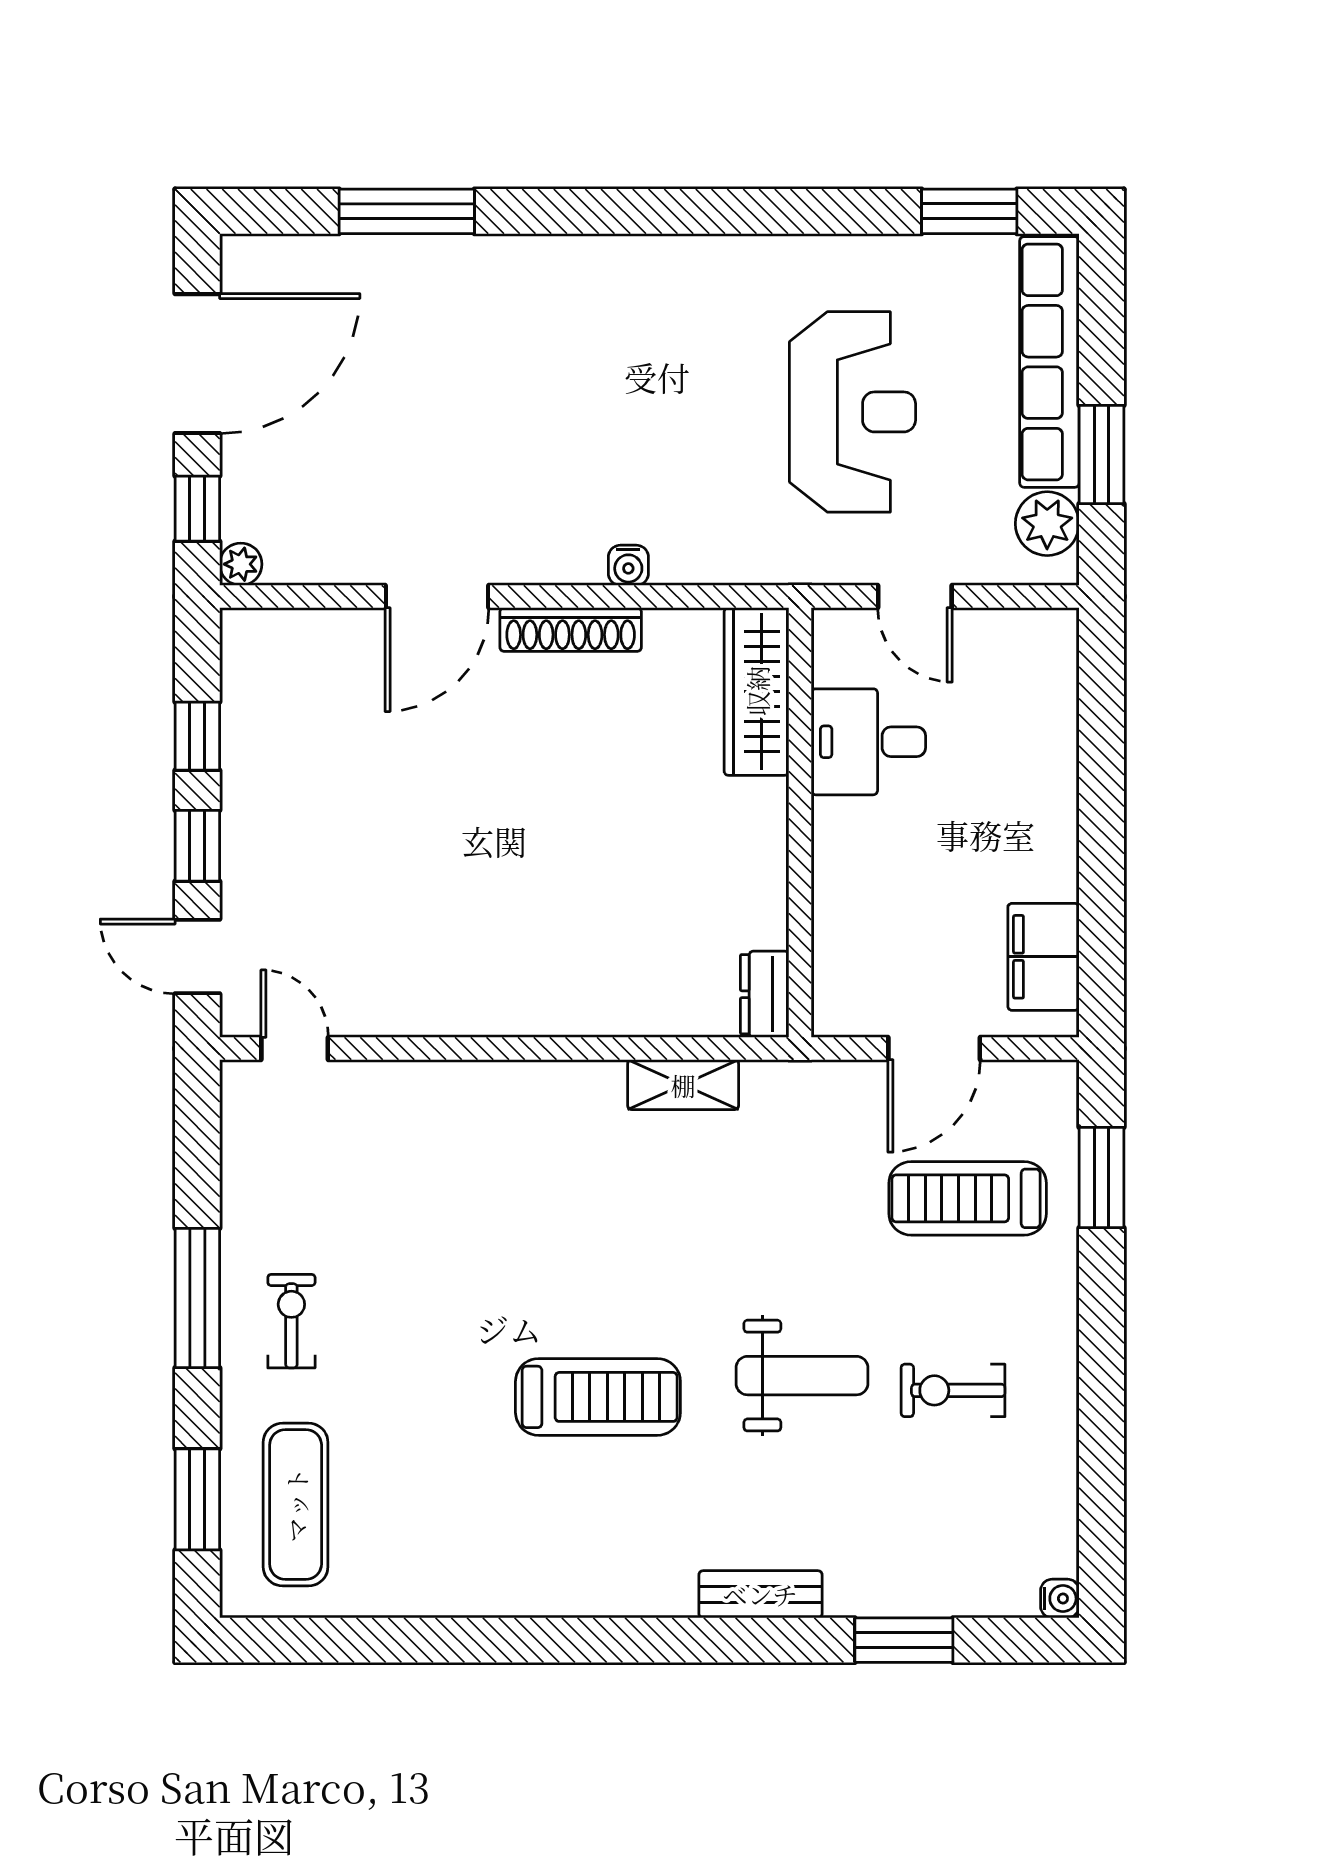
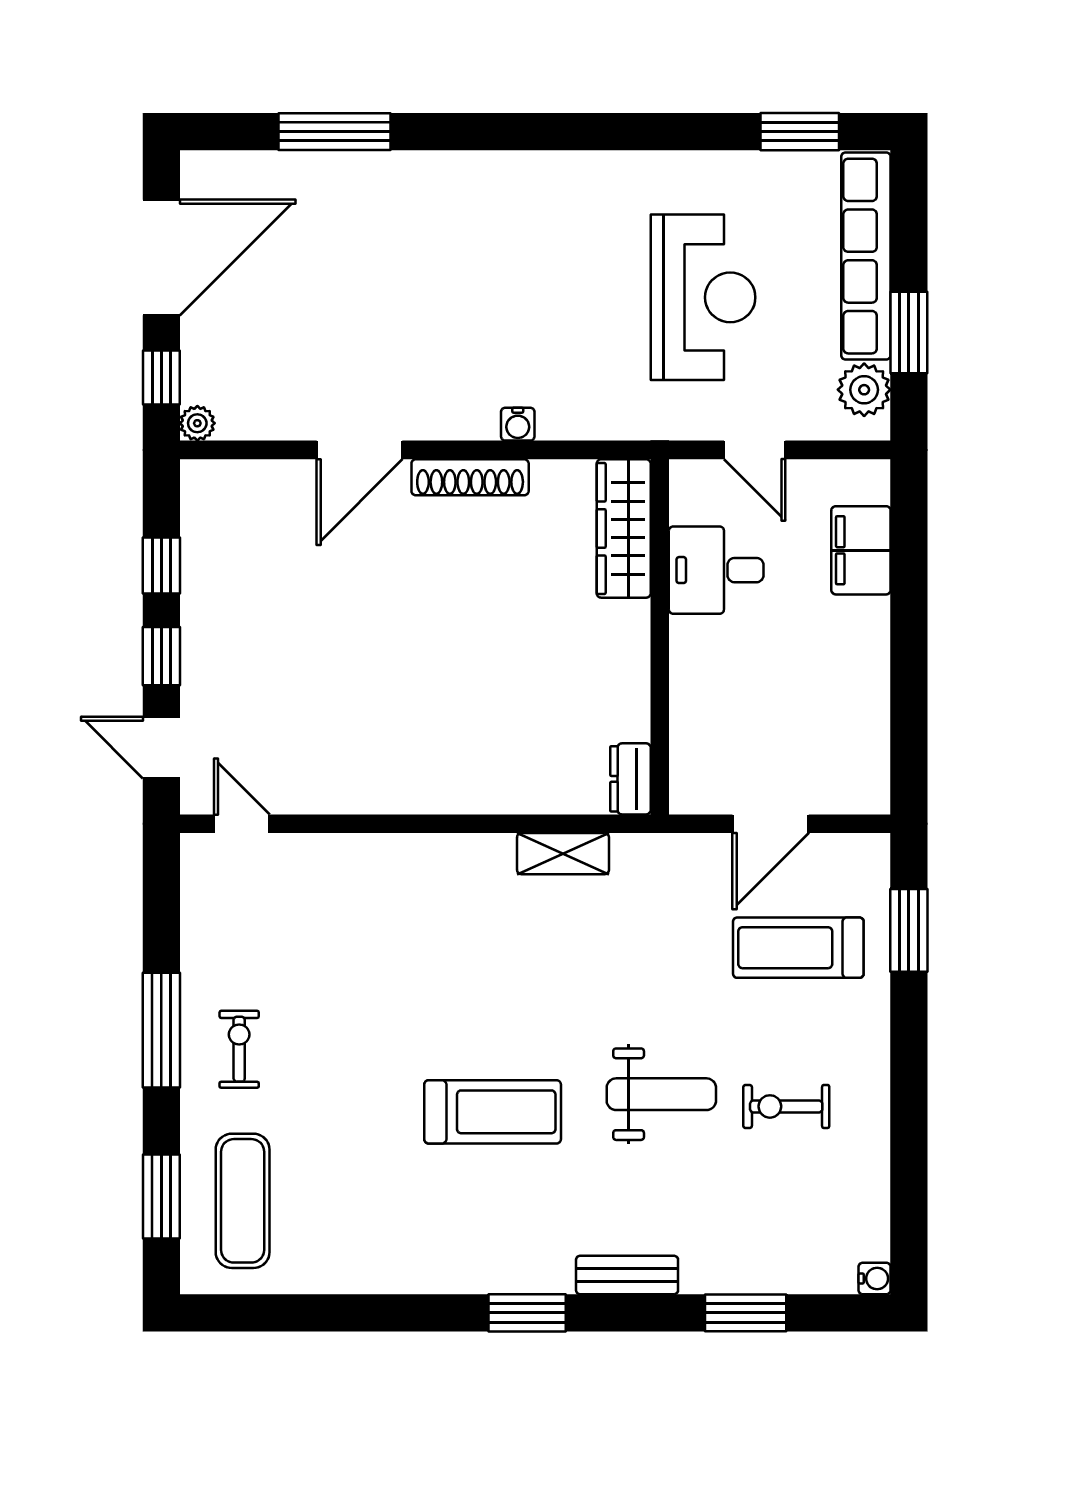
filing cabinet: (1043, 957) -> (861, 550), moved
window: (640, 1640) -> (527, 1313), added

